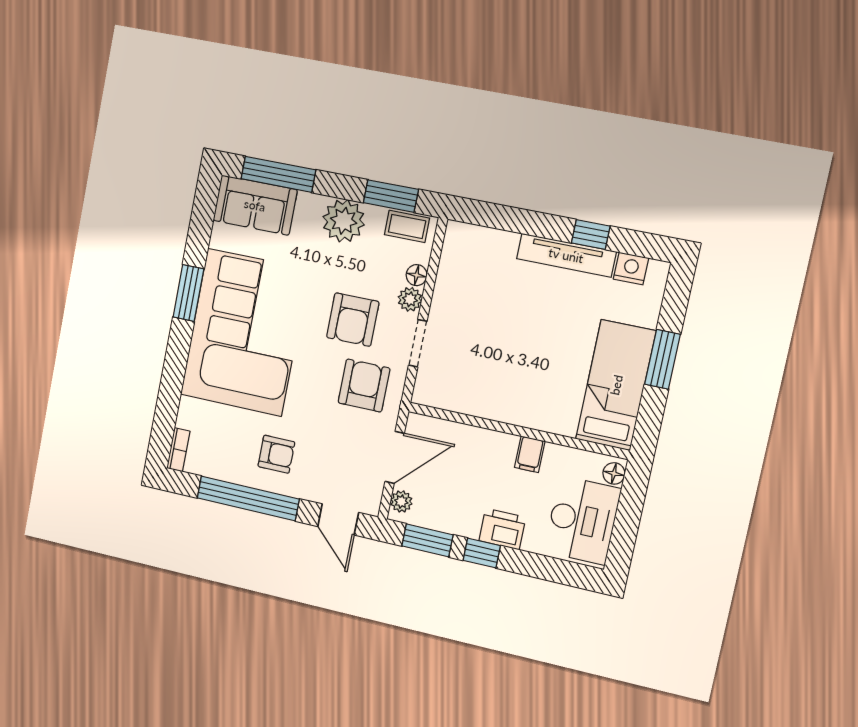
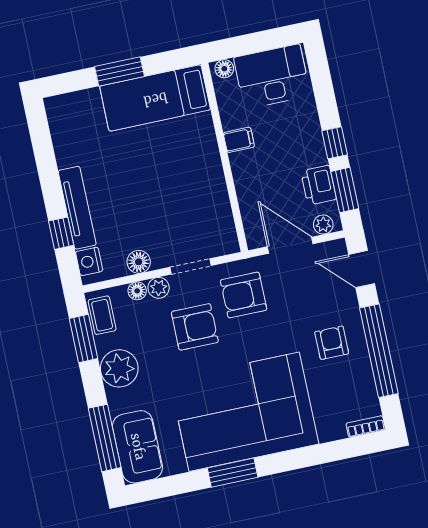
window: (591, 235) -> (61, 233), moved
tv unit: (566, 255) -> (77, 208), moved
nightstand: (631, 269) -> (89, 261), moved
floor lamp: (447, 290) -> (139, 262), added
door: (338, 519) -> (362, 269), swing flipped
printer: (502, 529) -> (319, 185), moved

